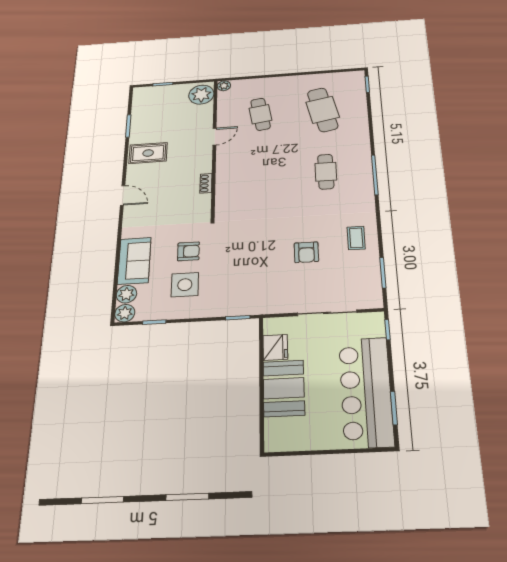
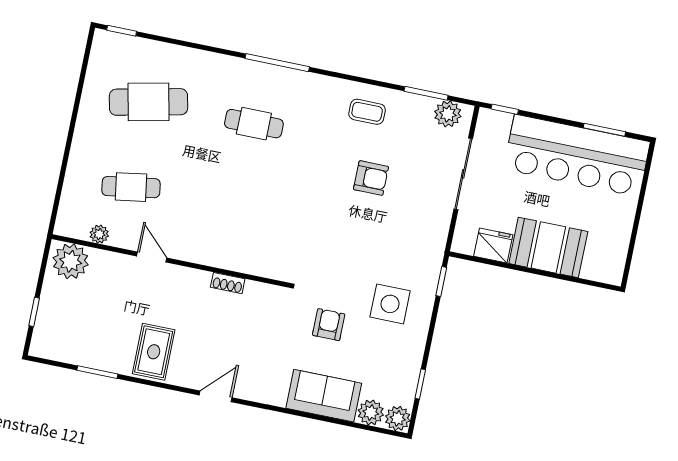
plant: (224, 86) -> (99, 234), moved
side table: (185, 285) -> (390, 304), moved
plant: (371, 291) -> (448, 114), added

